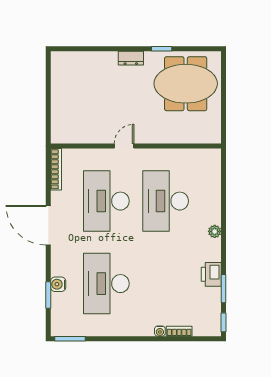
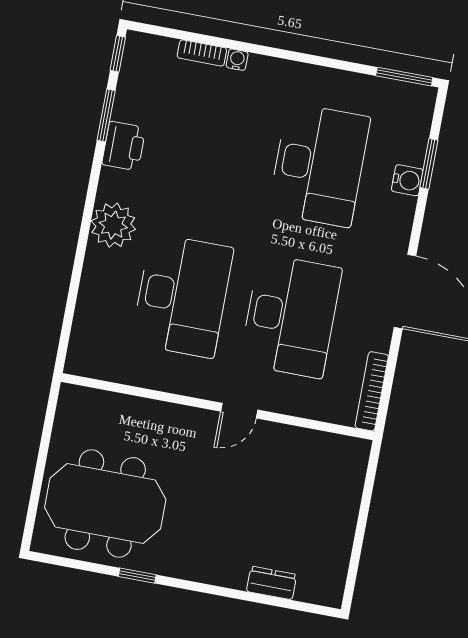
dresser: (131, 58) -> (272, 583), moved
plant: (215, 231) -> (113, 225), width x1.88, depth x1.88

